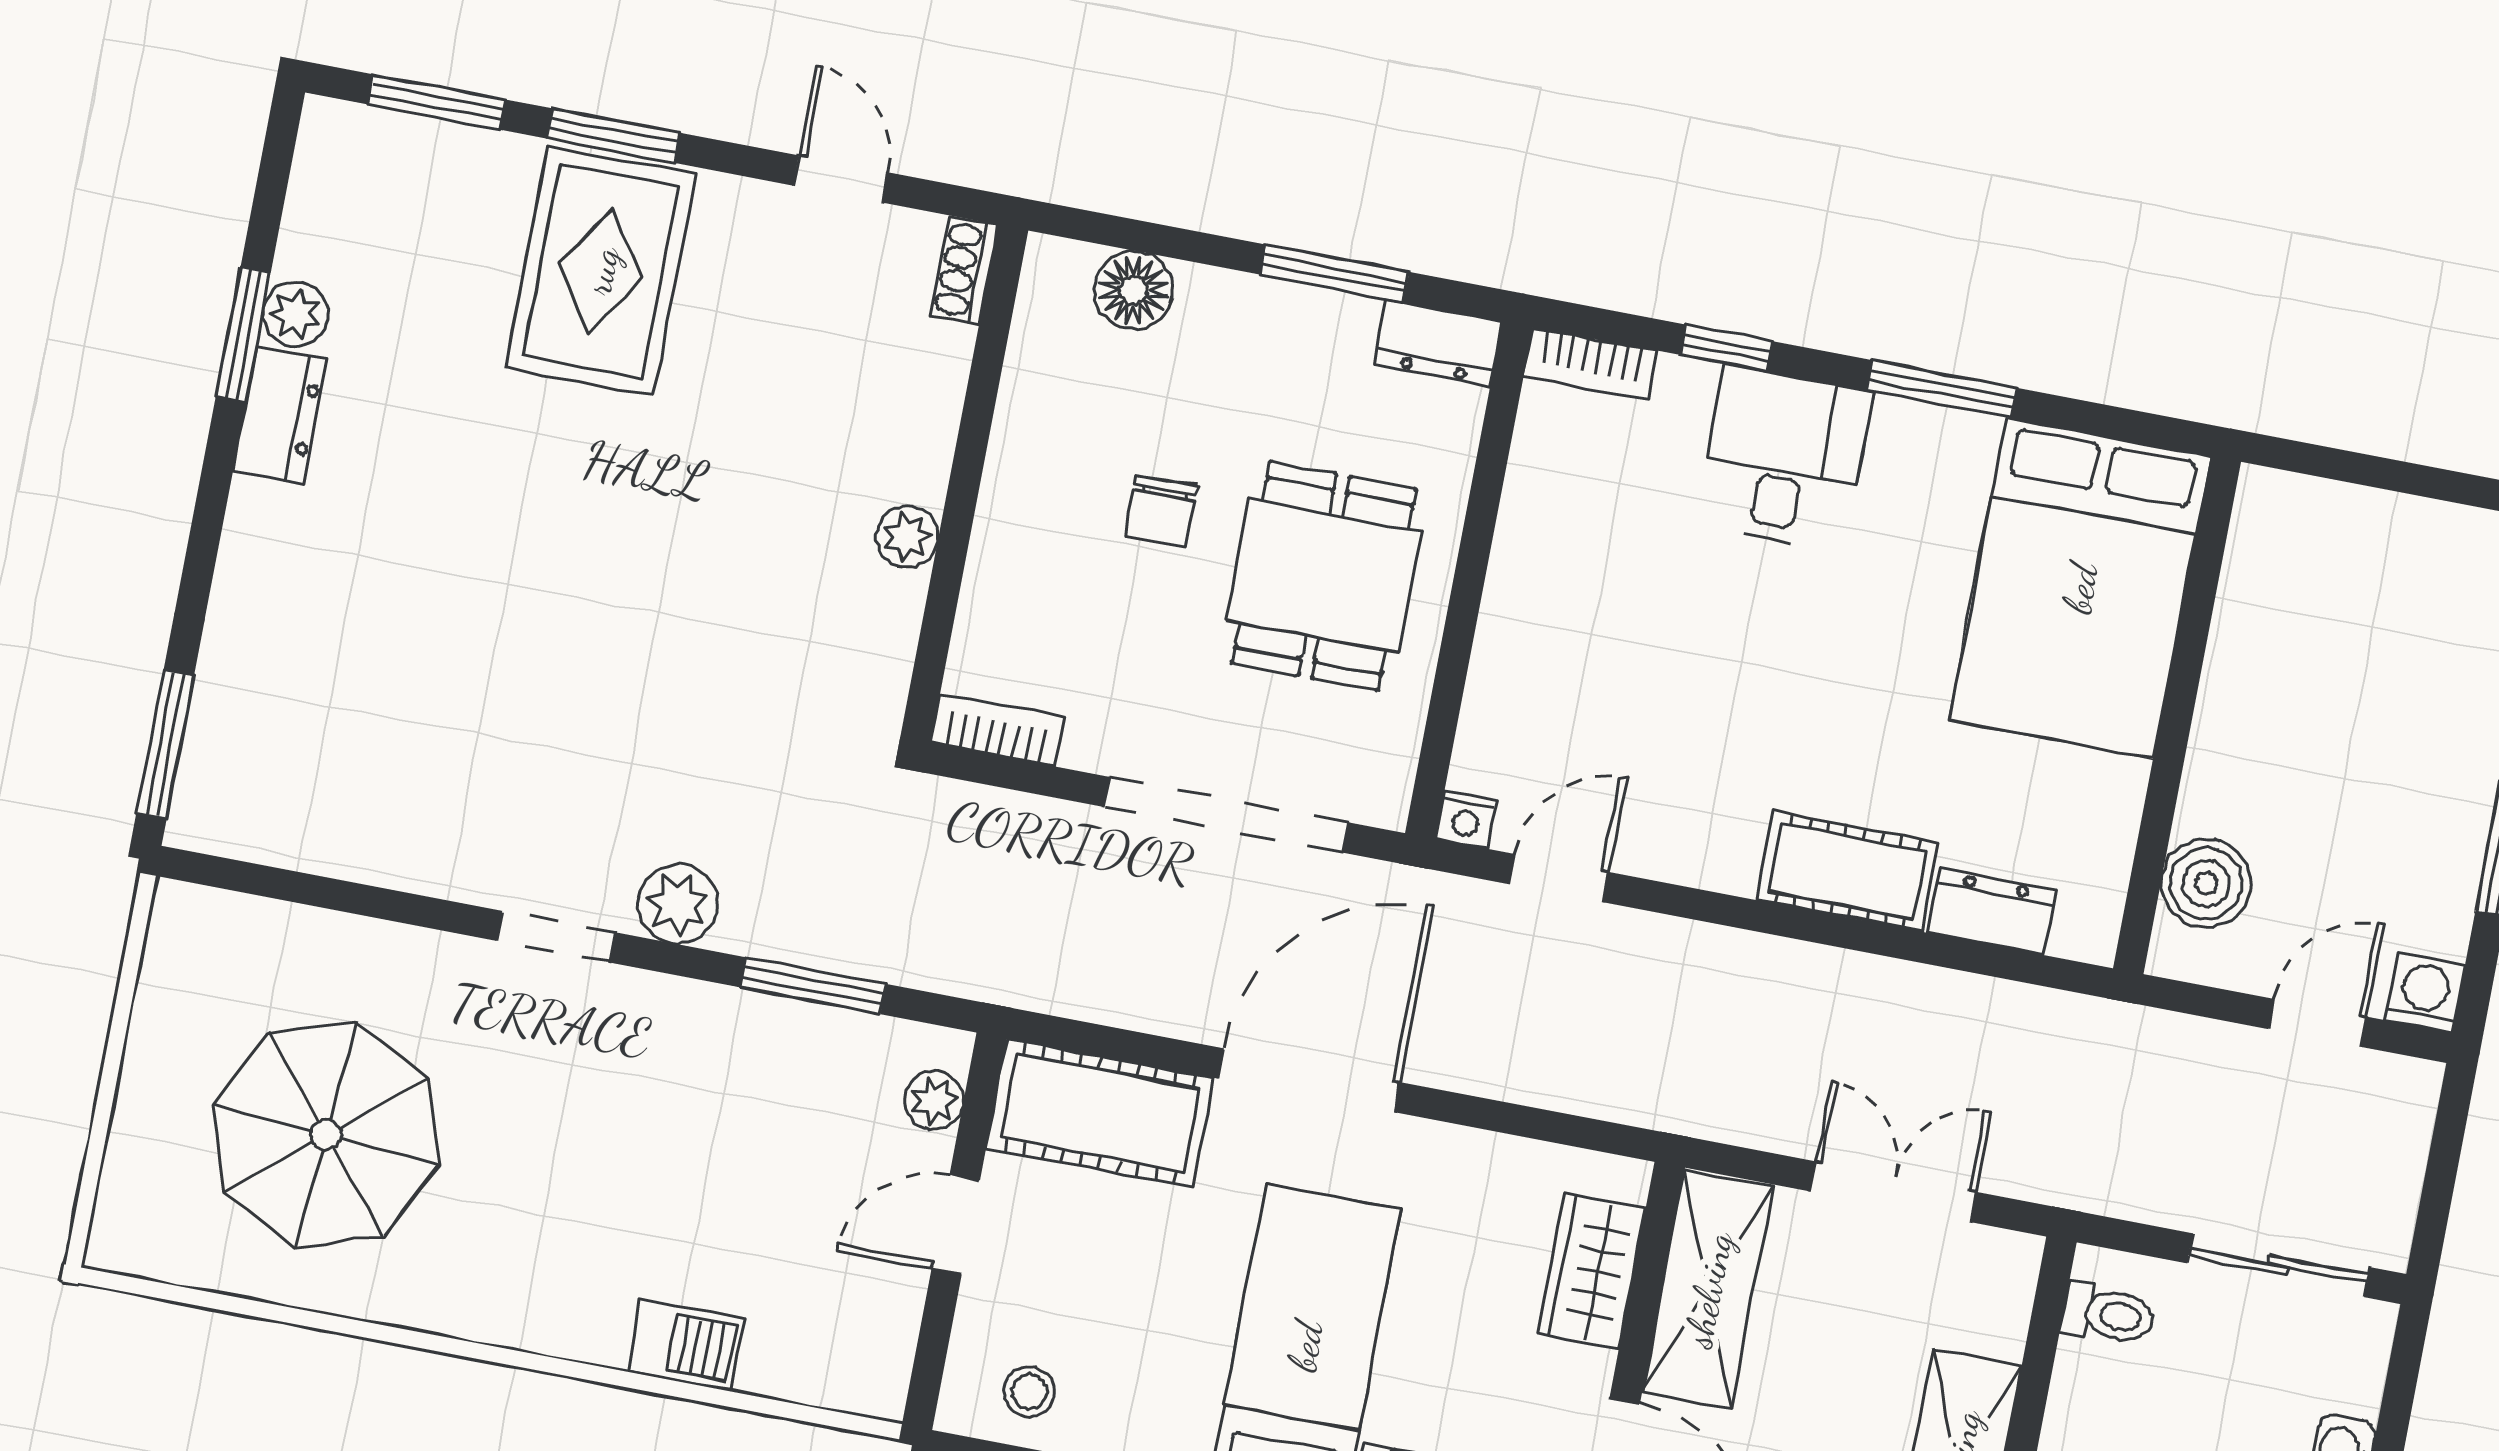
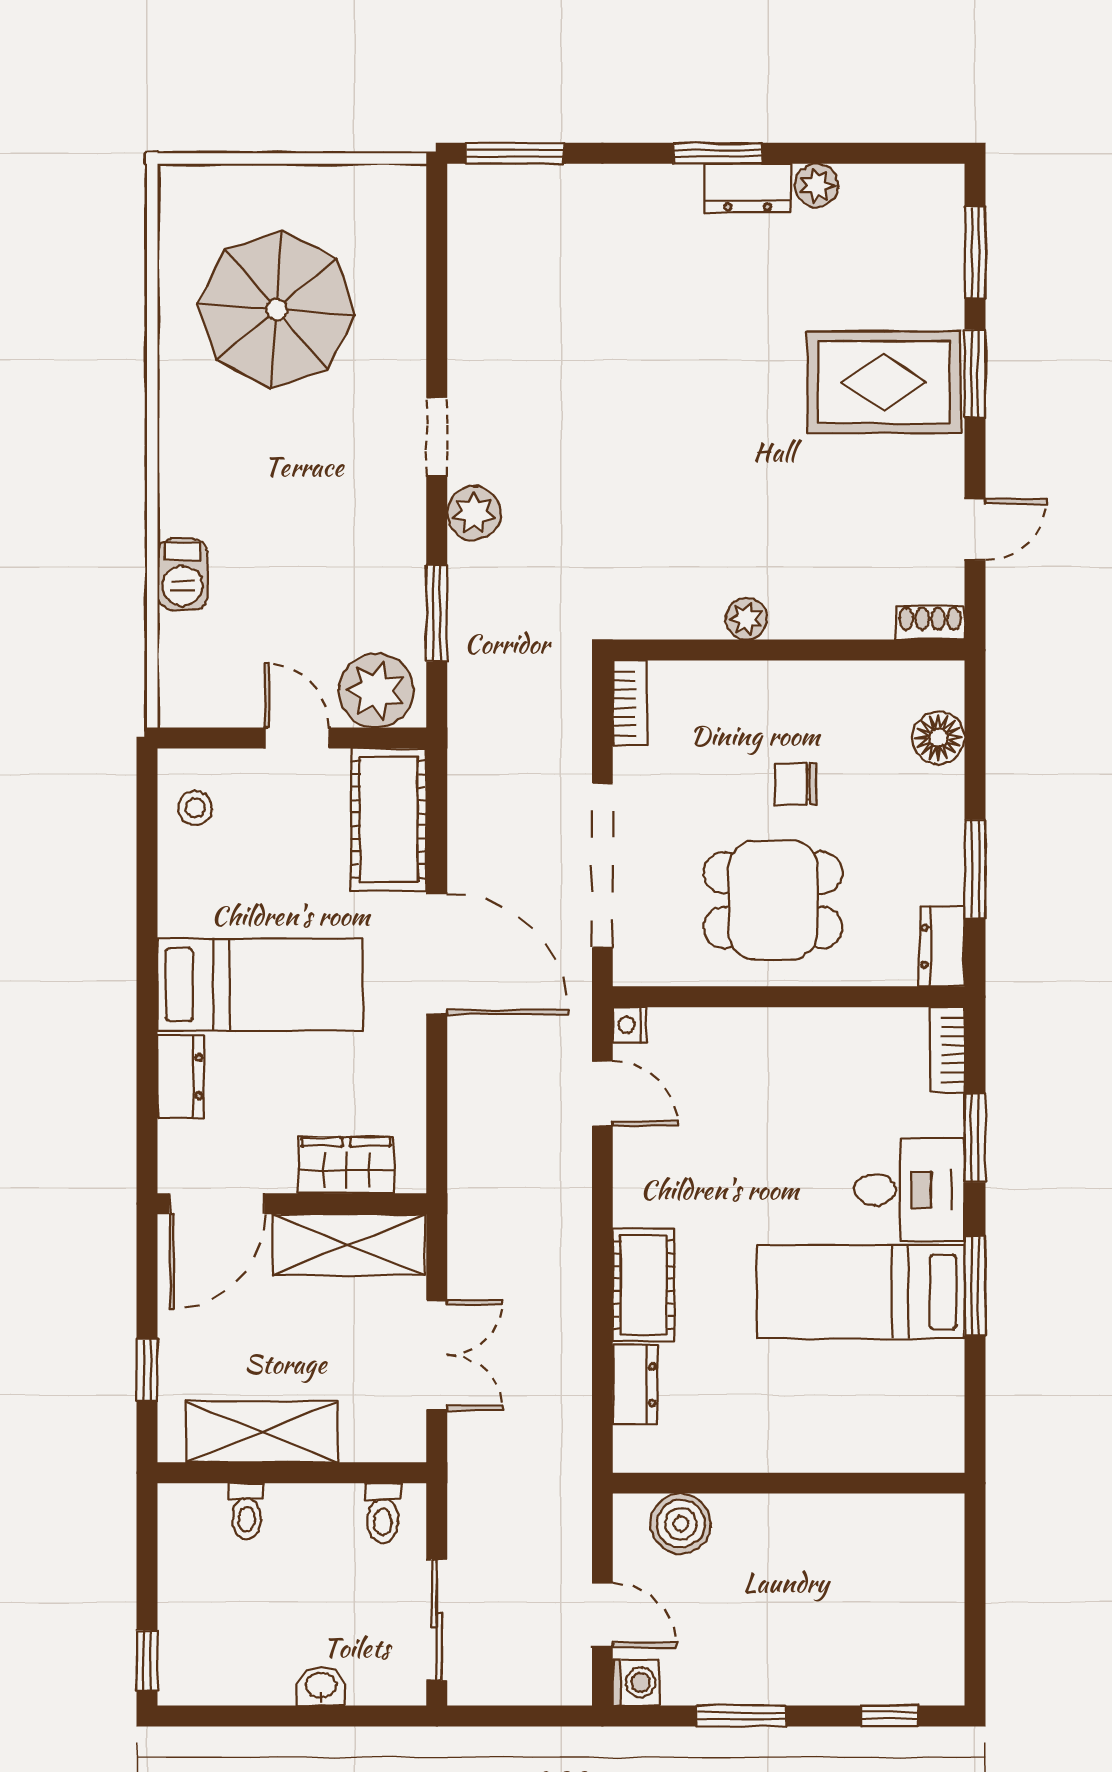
window: (243, 335) -> (718, 153), moved
window: (1726, 348) -> (975, 1138), width x1.50
bed: (2080, 588) -> (861, 1292), moved, width x0.67
plant: (934, 1100) -> (376, 691), width x1.88, depth x1.88

